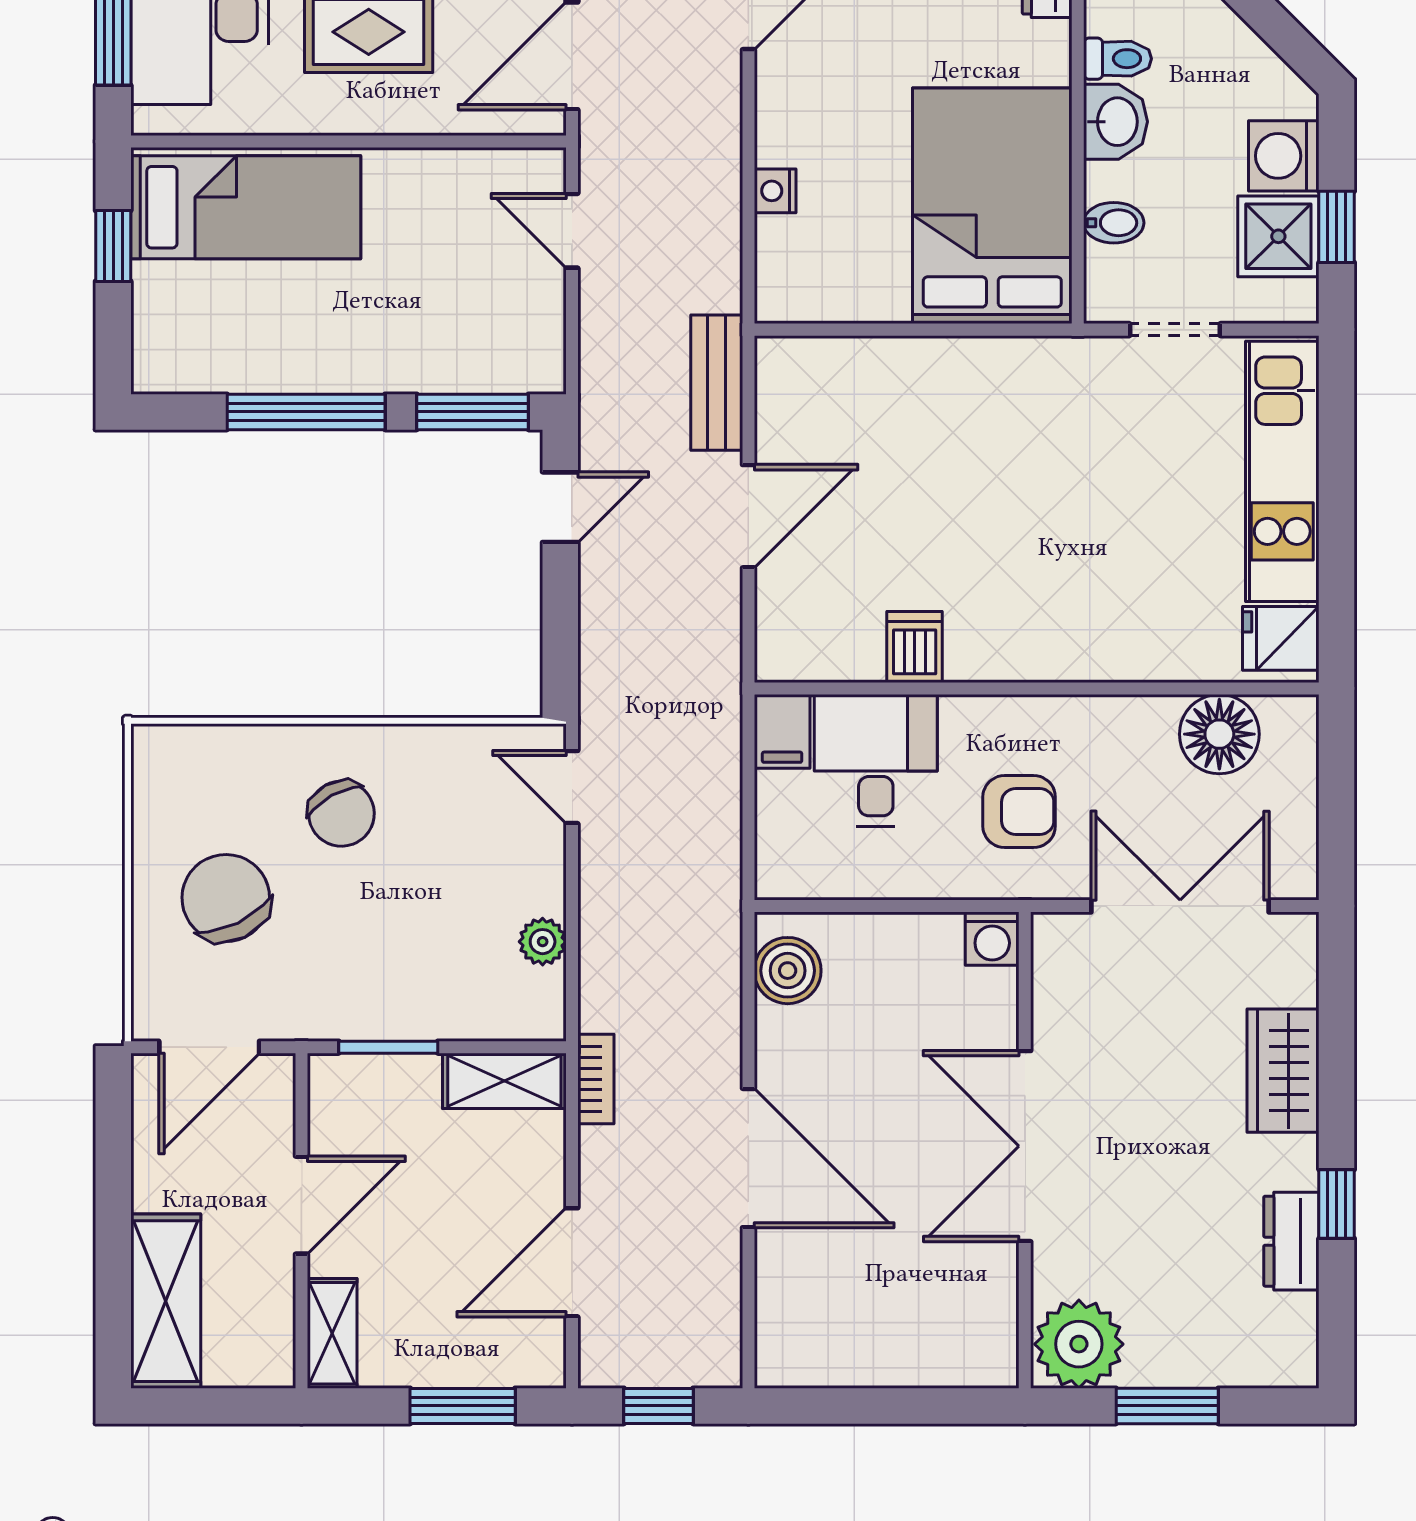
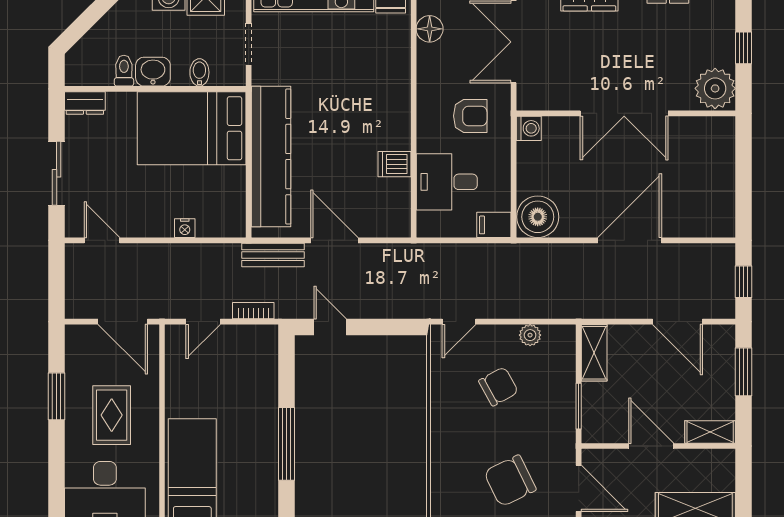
kitchen counter: (931, 378) -> (271, 157), added
window: (473, 412) -> (286, 367), removed
filing cabinet: (782, 731) -> (494, 225), moved, turned 180
floor lamp: (1219, 734) -> (430, 29), width x0.73, depth x0.73
armchair: (1019, 812) -> (470, 116), turned 90
chair: (341, 814) -> (498, 386), moved
boiler: (788, 971) -> (538, 217), width x1.37, depth x1.37
bookcase: (596, 1079) -> (253, 311), moved
window: (1167, 1406) -> (744, 48), width x0.67

